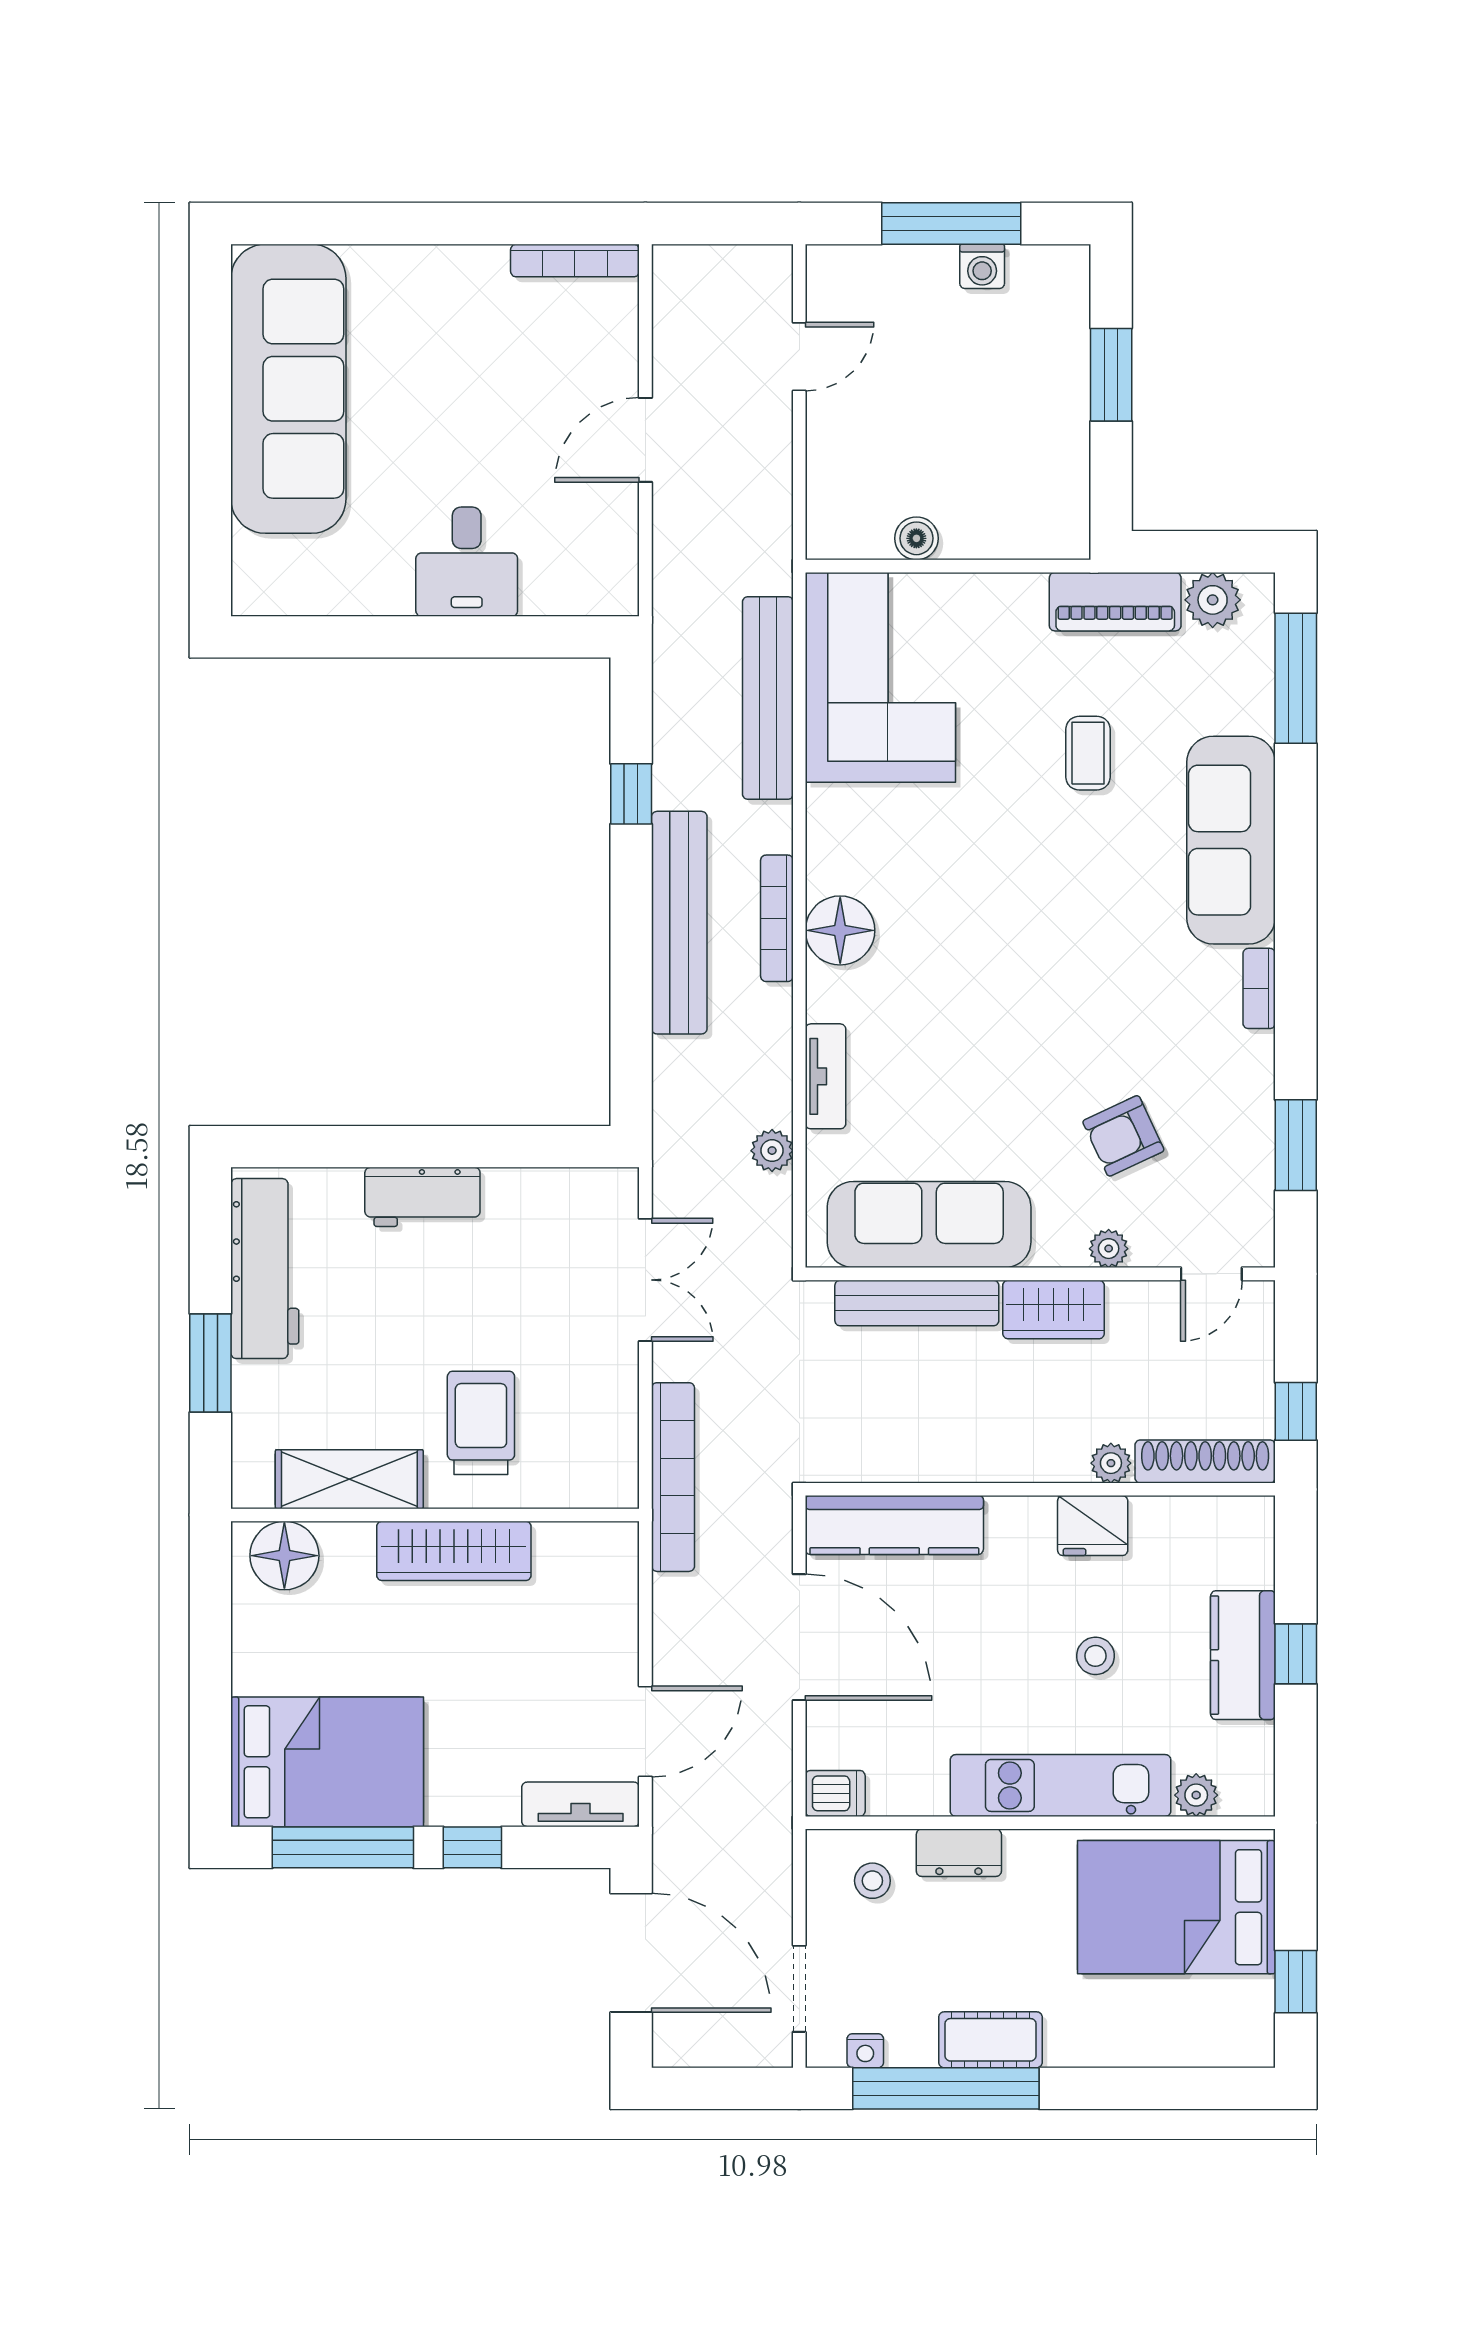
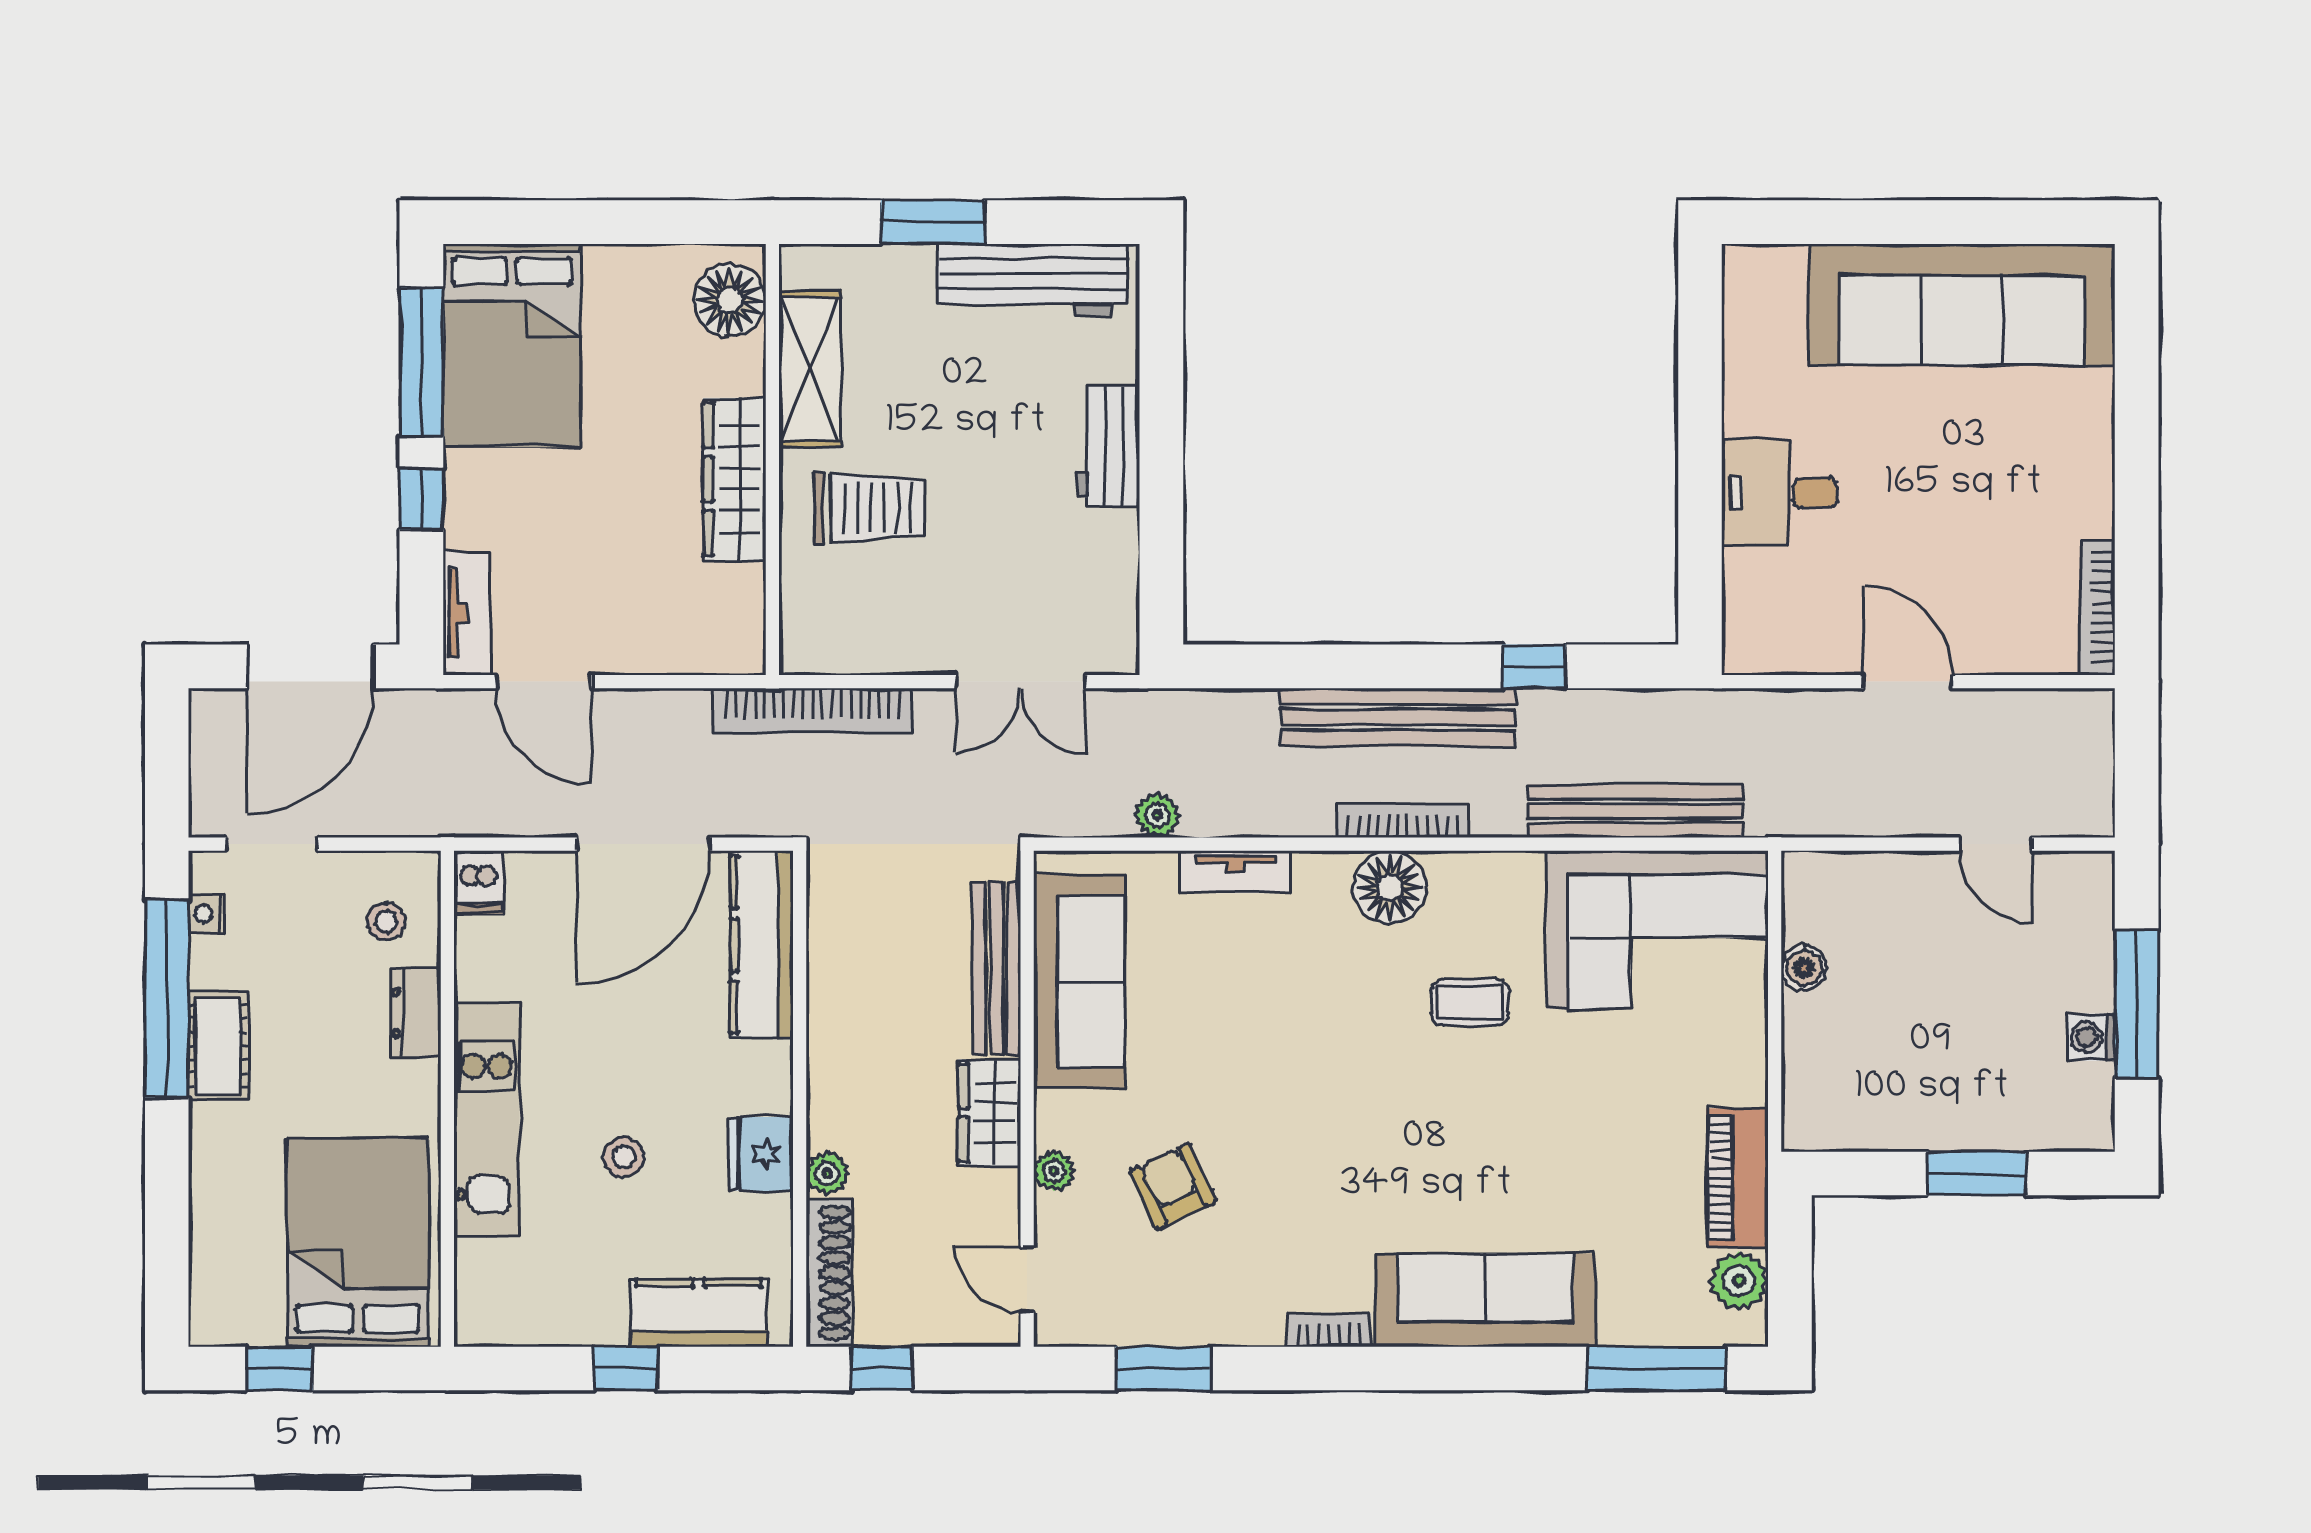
coffee table: (1088, 753) -> (1470, 1002), moved
kitchen counter: (1243, 1655) -> (699, 1313), moved
plant: (1196, 1795) -> (477, 1263), removed

